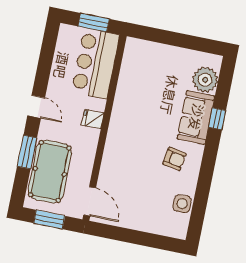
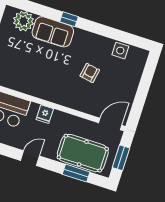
window: (217, 119) -> (69, 19), moved
window: (27, 152) -> (76, 173), moved
armchair: (174, 159) -> (90, 73), moved

